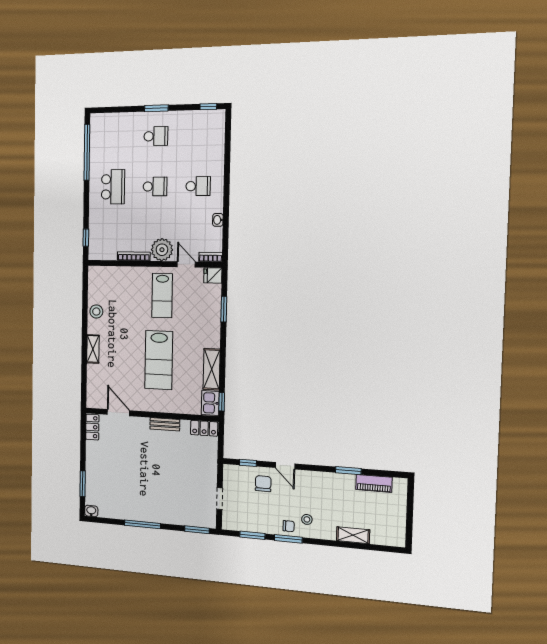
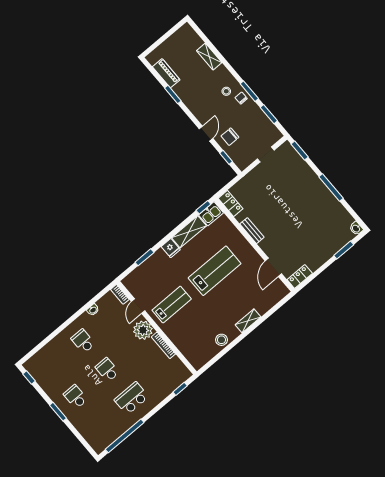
fridge: (213, 275) -> (171, 248), moved

